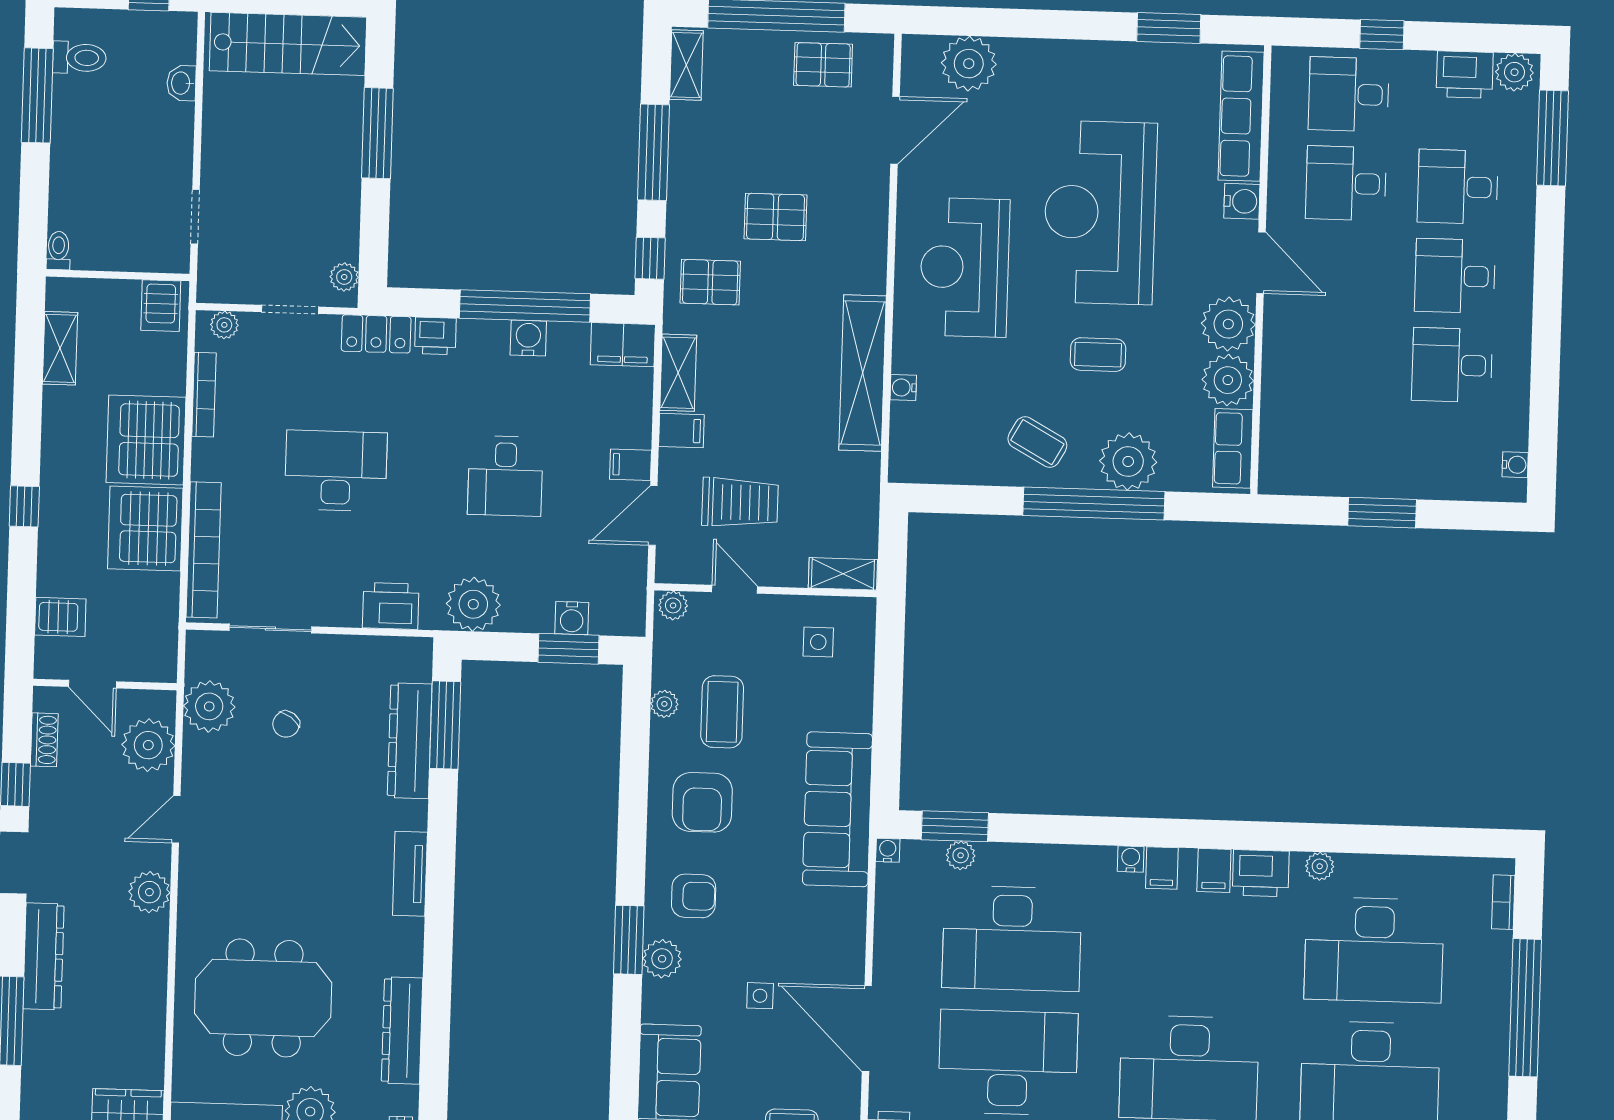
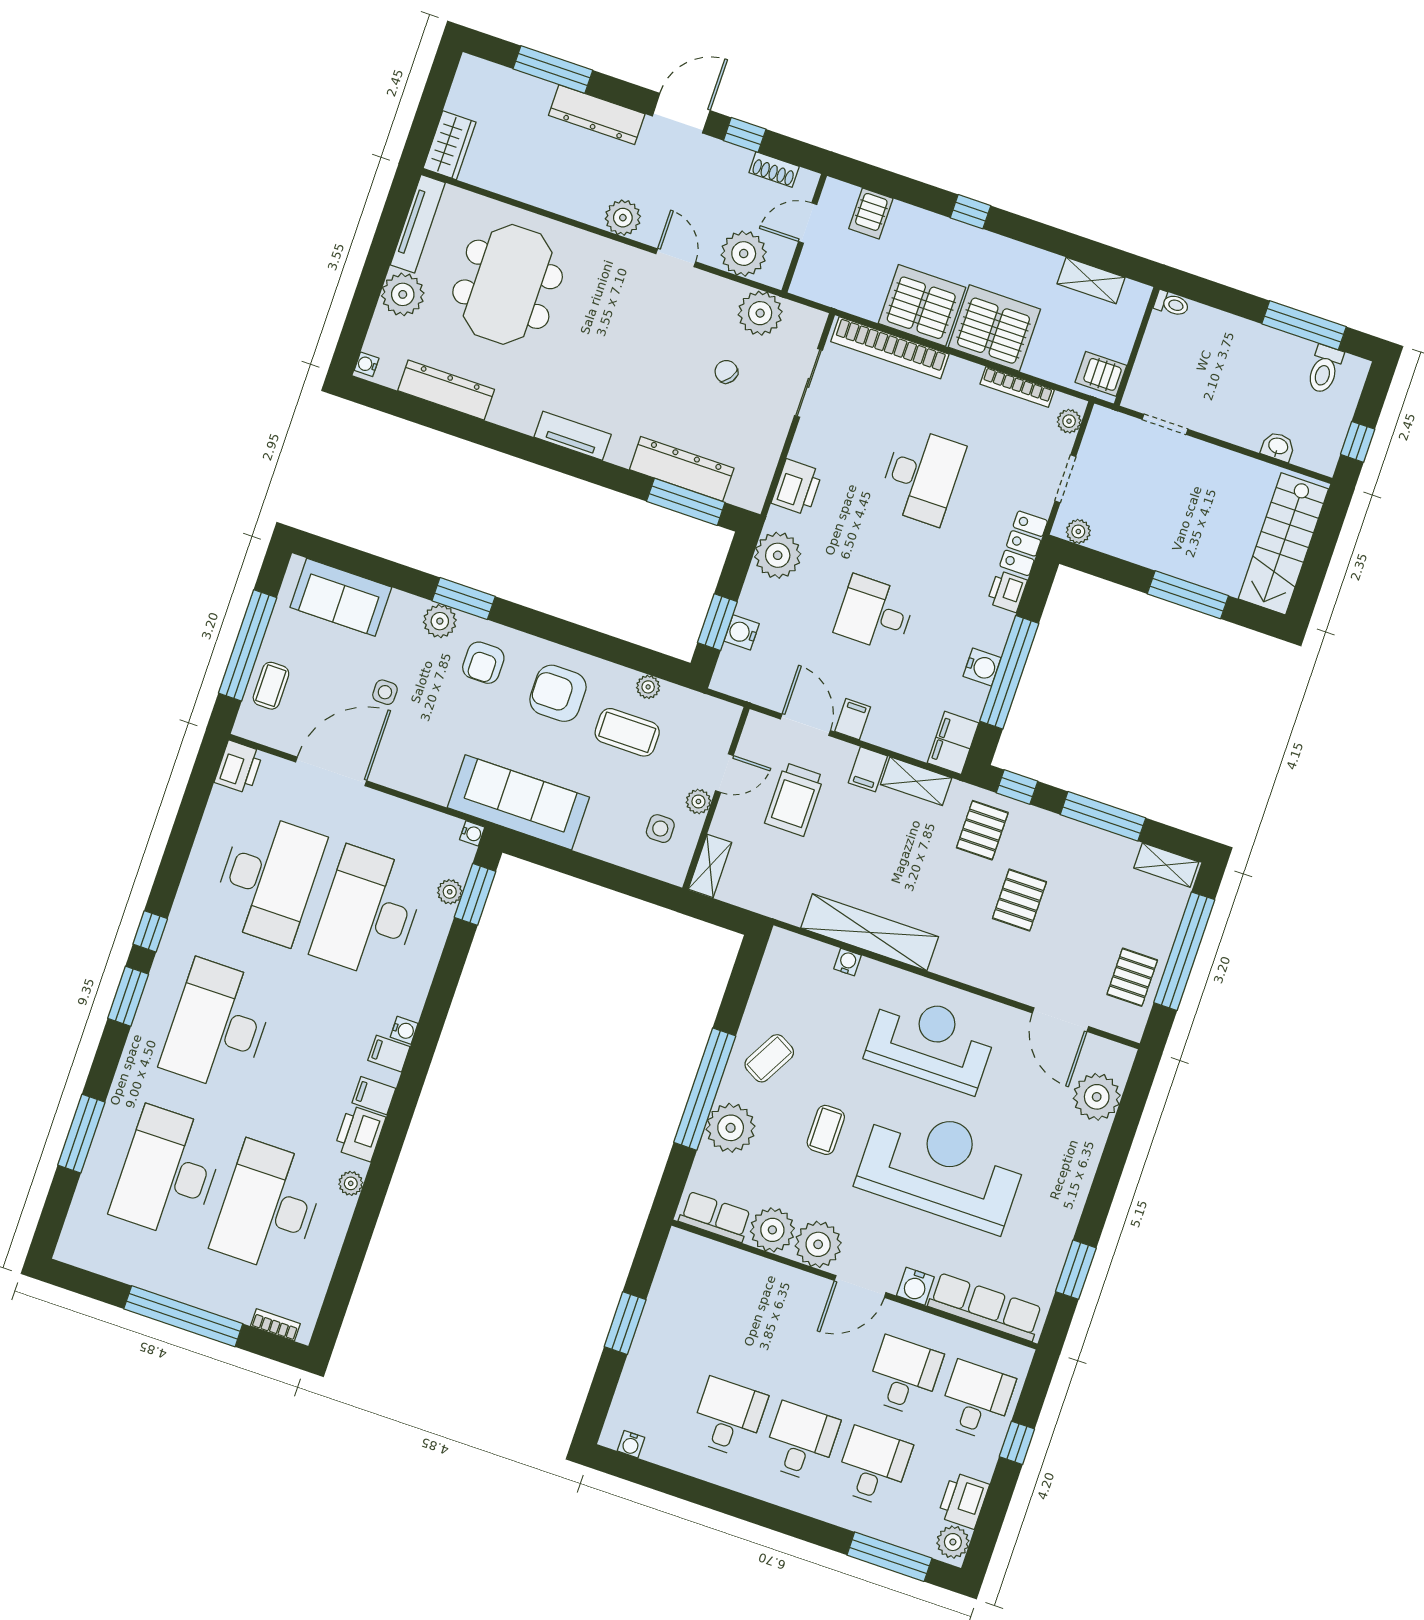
plant: (673, 605) -> (698, 801), moved

